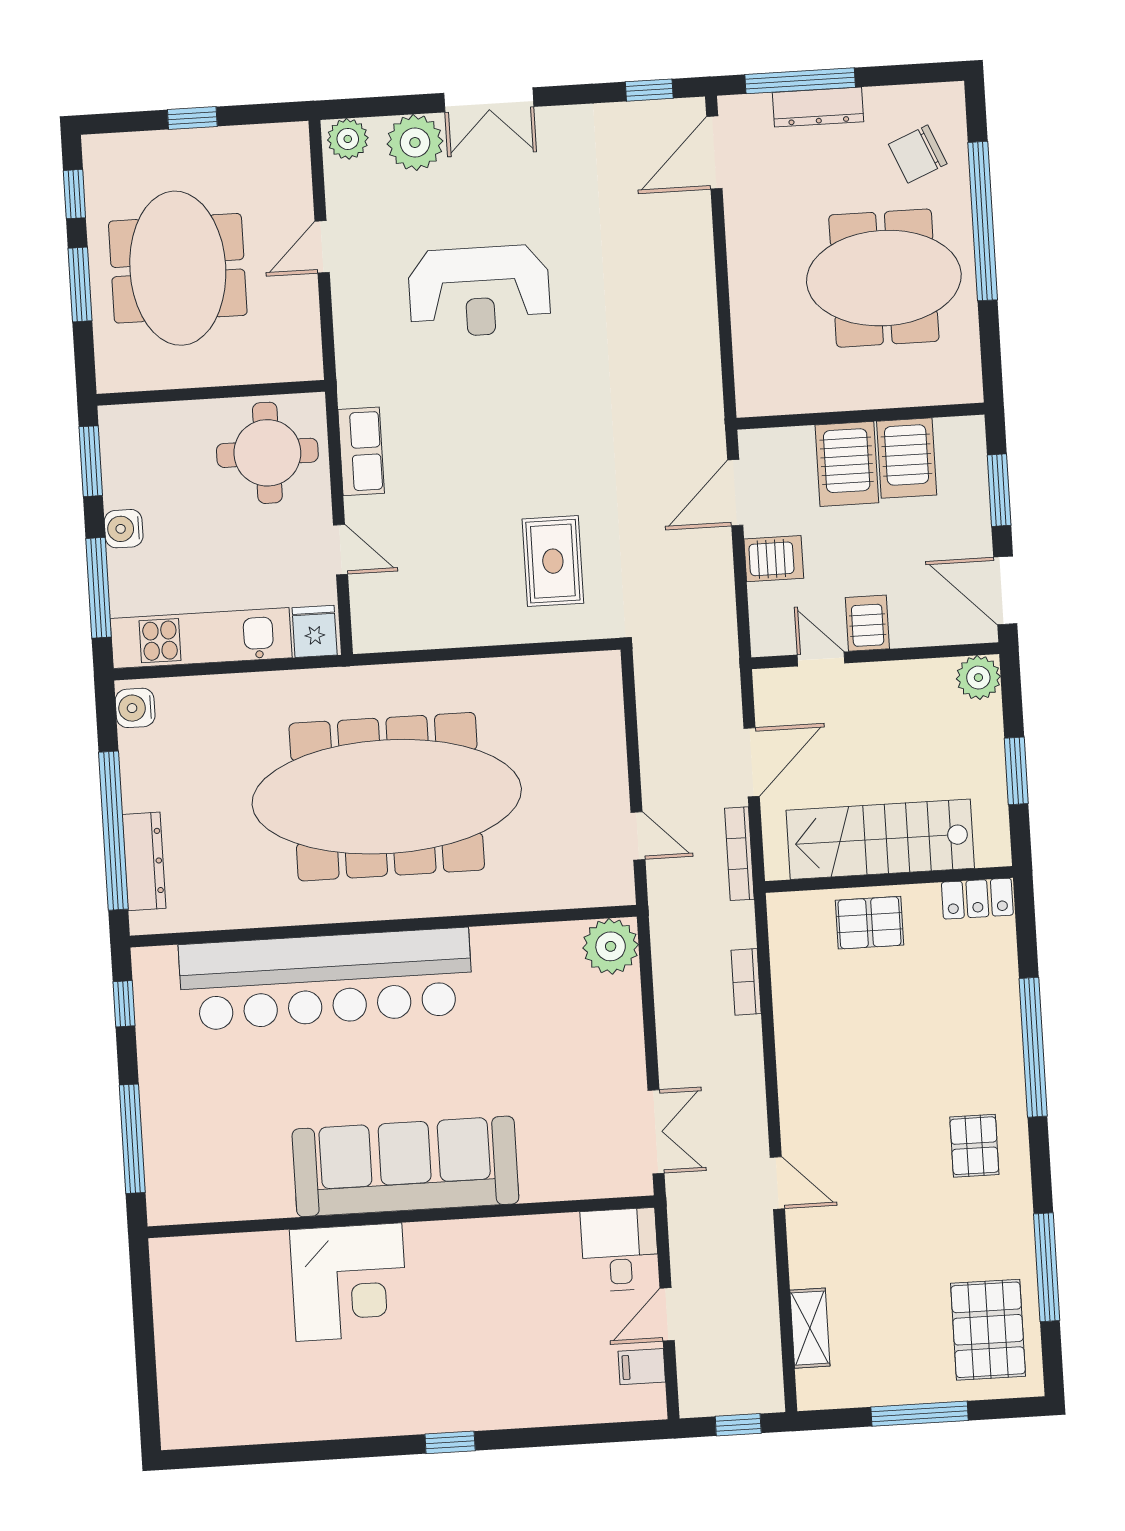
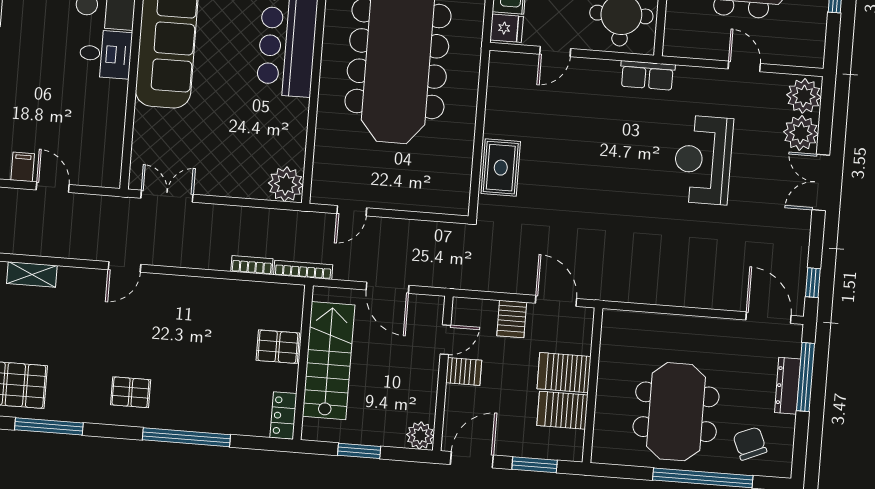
plant: (348, 139) -> (804, 96), width x1.36, depth x1.36
row of seats: (361, 451) -> (647, 75), moved
rug: (553, 561) -> (501, 168), moved, turned 90
bookcase: (739, 854) -> (303, 270), moved
pallet: (870, 923) -> (278, 347), turned 90
double door: (656, 1132) -> (167, 196), swing flipped
desk: (620, 1250) -> (106, 54), moved

